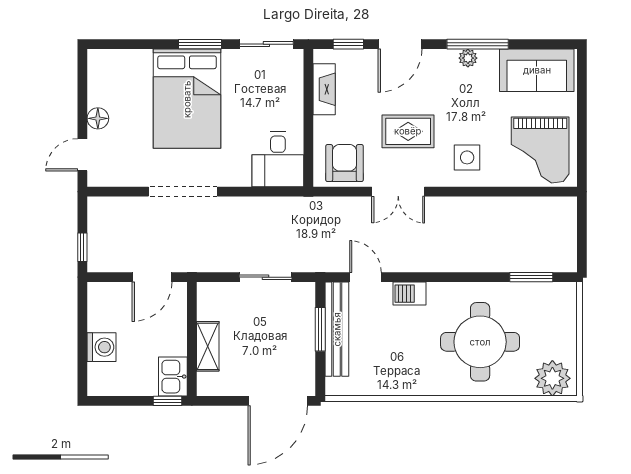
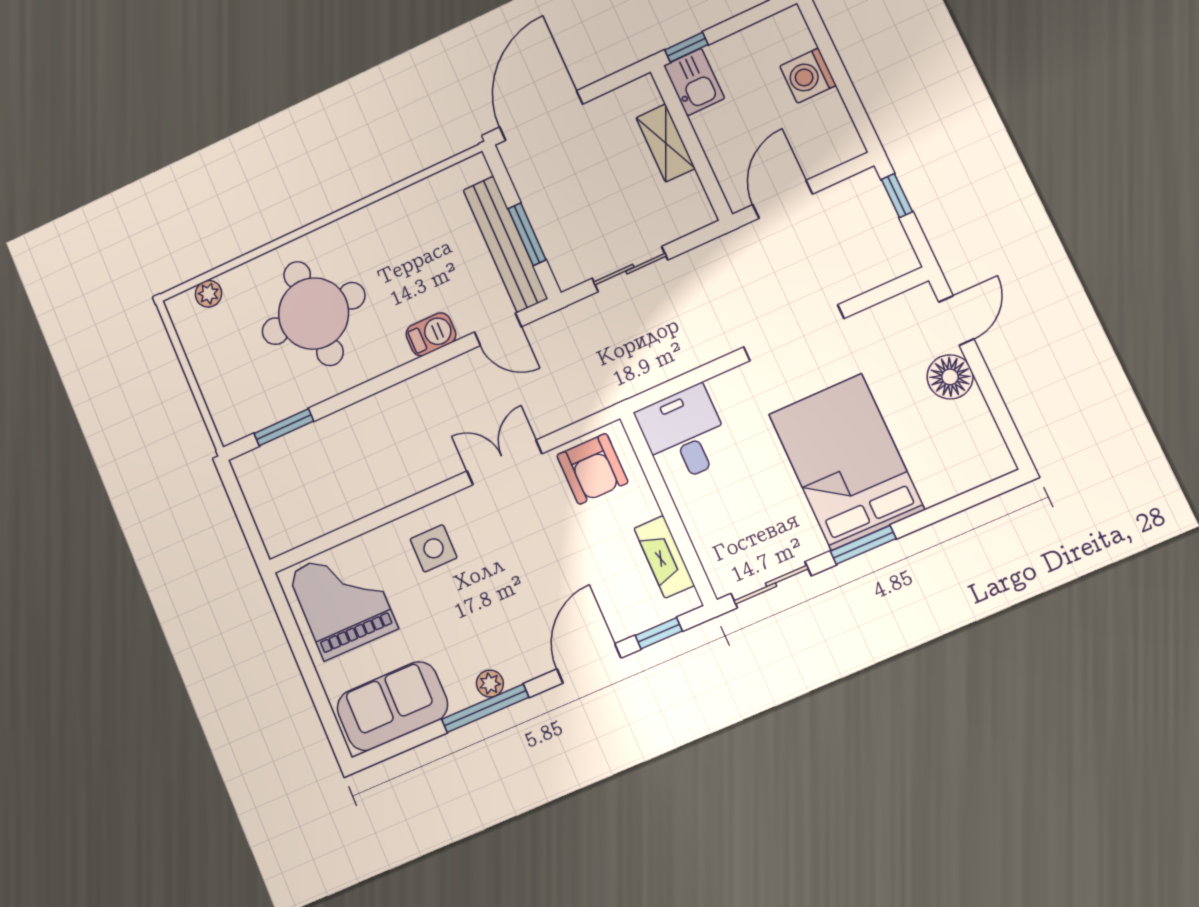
floor lamp: (98, 118) -> (950, 377), width x1.38, depth x1.38
rug: (408, 131) -> (526, 549), removed
plant: (552, 378) -> (208, 294), width x0.53, depth x0.53

